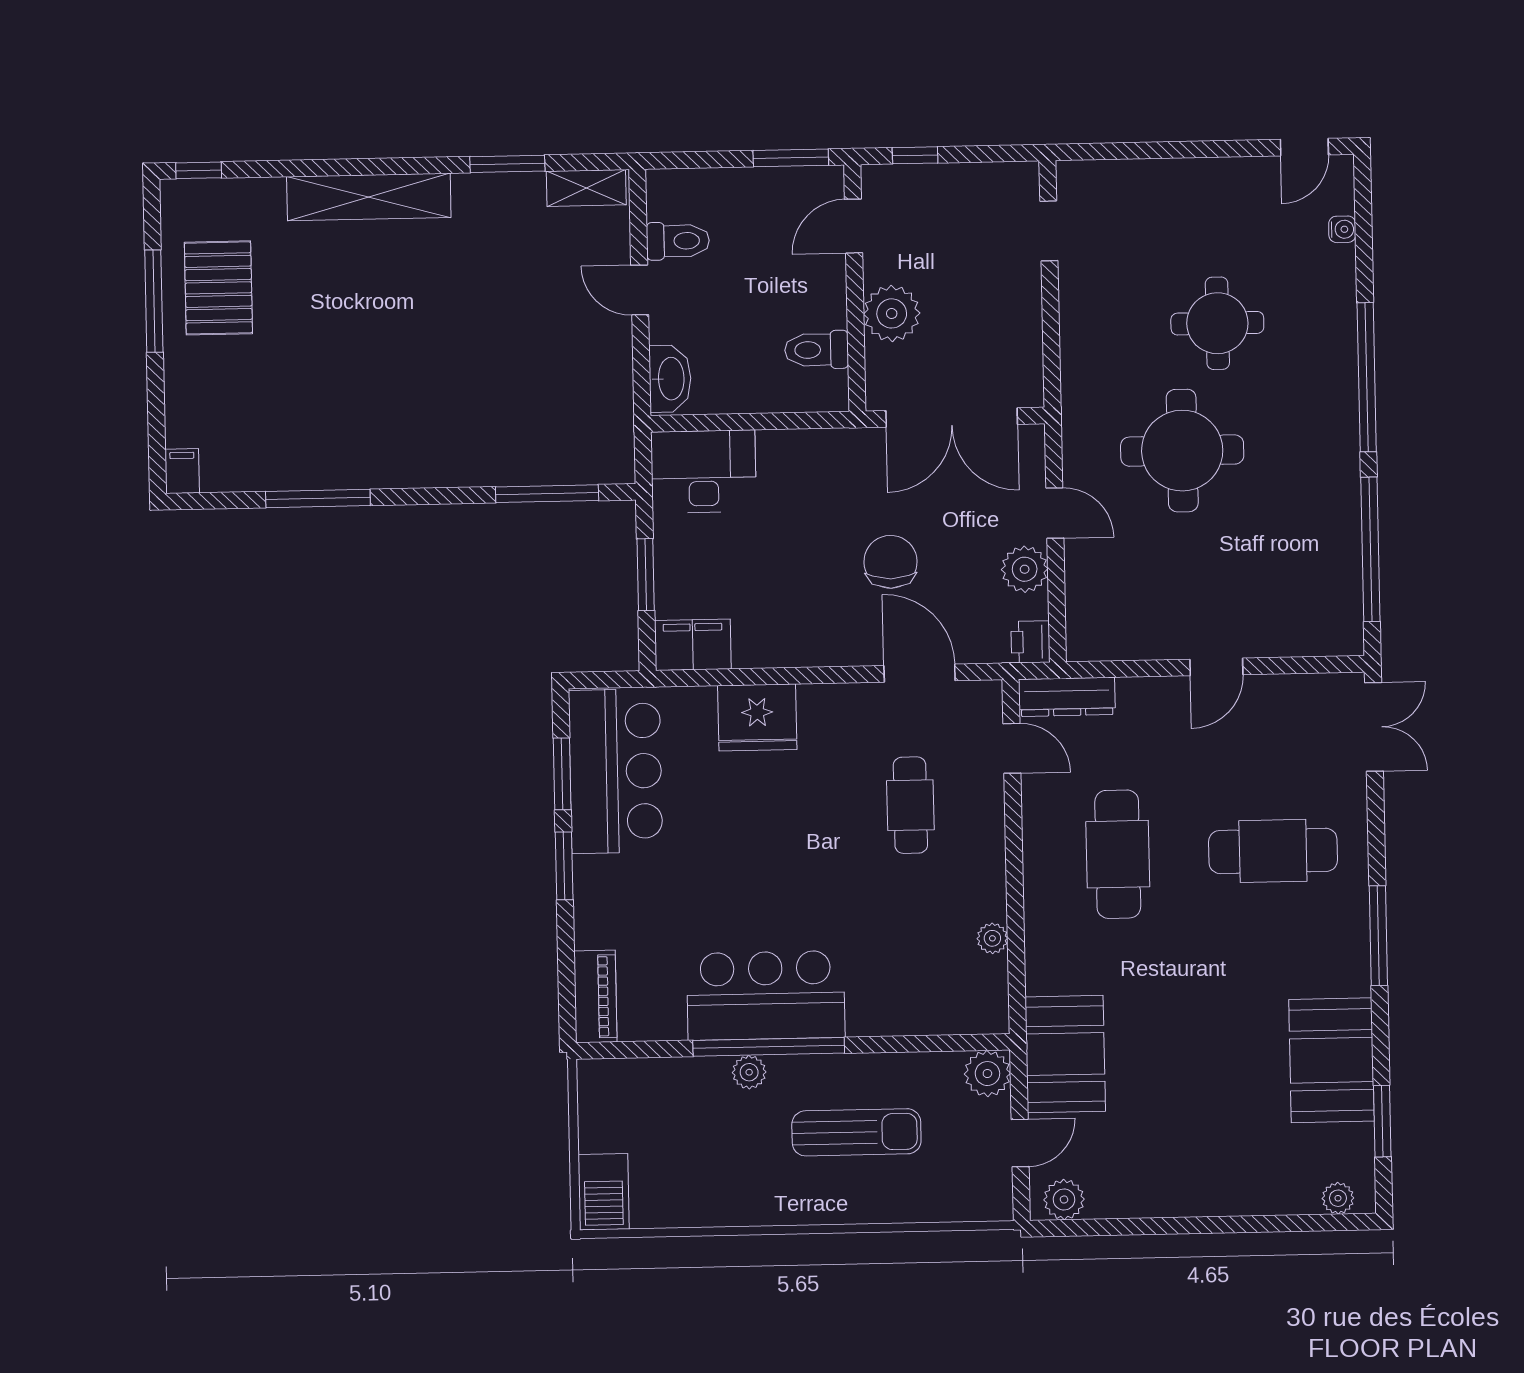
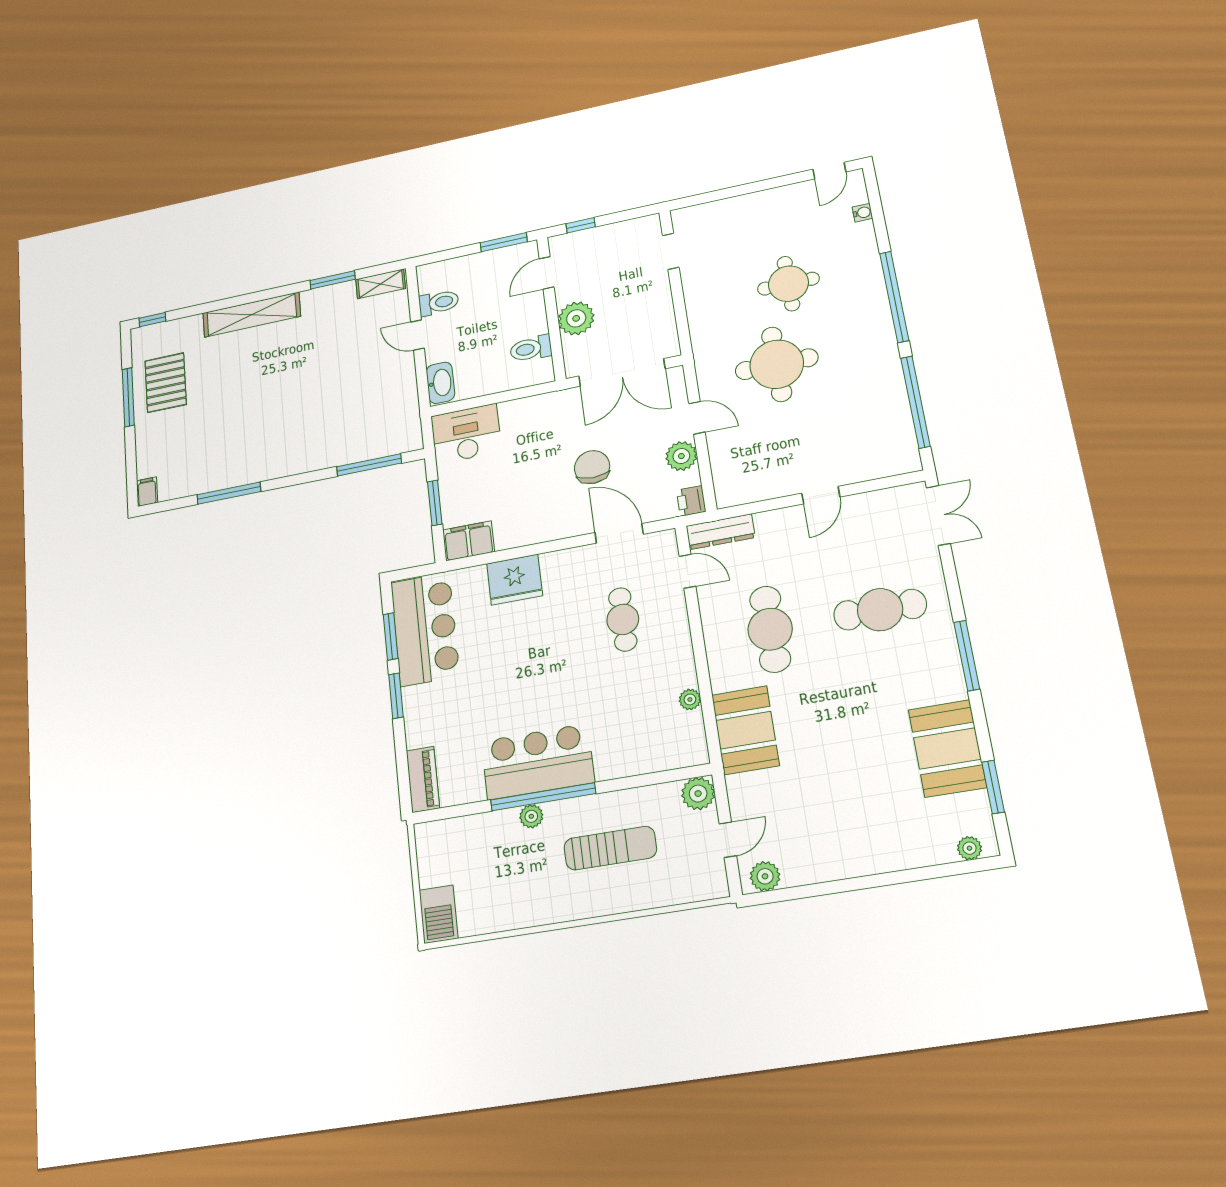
booth: (1065, 1054) -> (745, 730), moved

